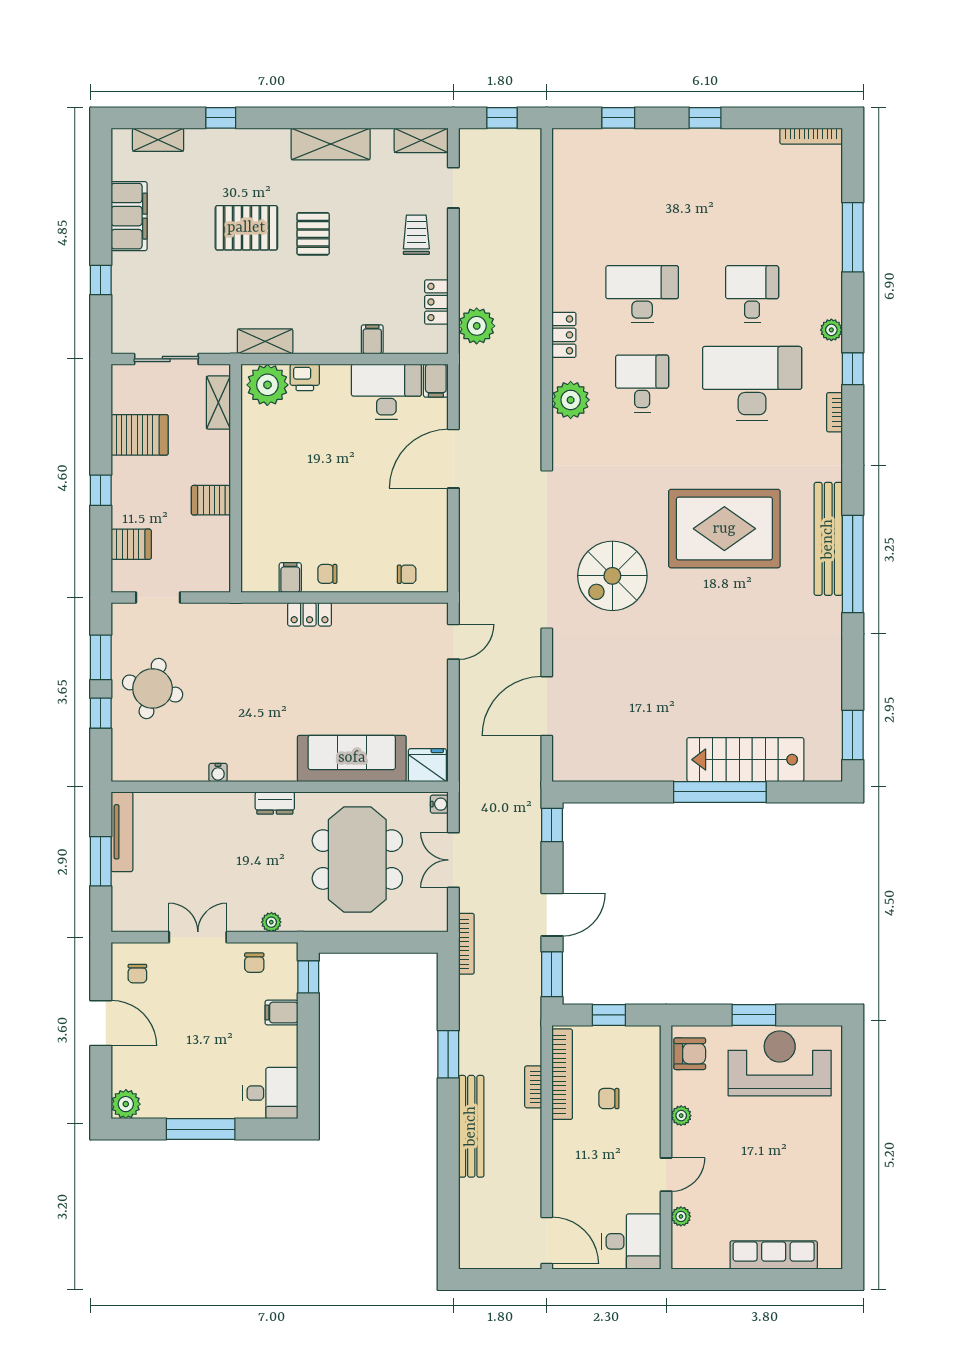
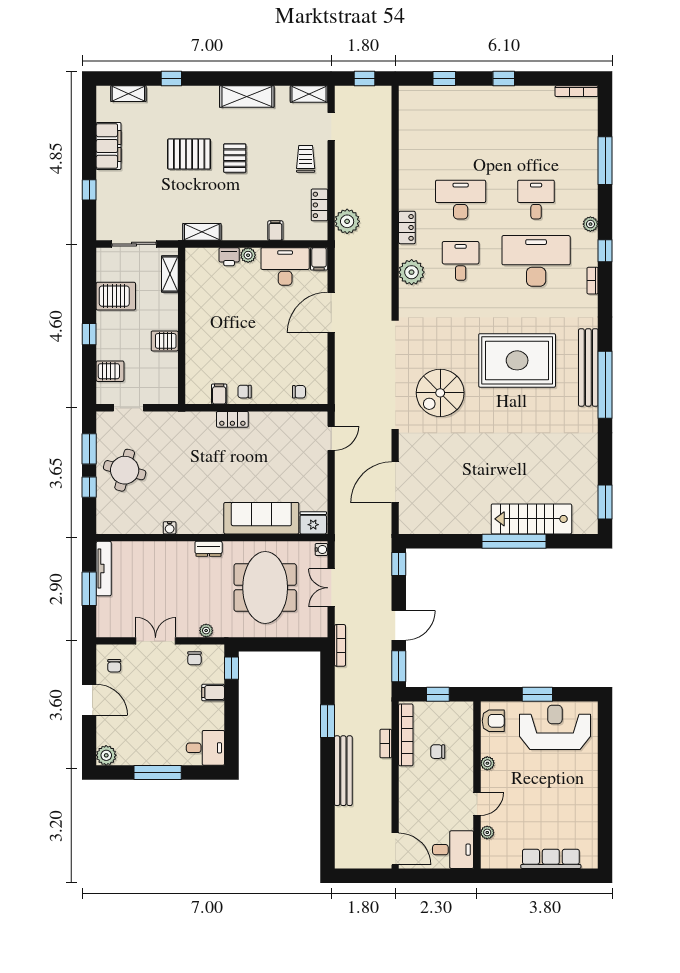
plant: (267, 385) -> (248, 255), moved, width x0.53, depth x0.53

